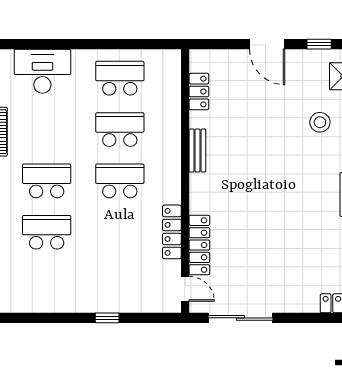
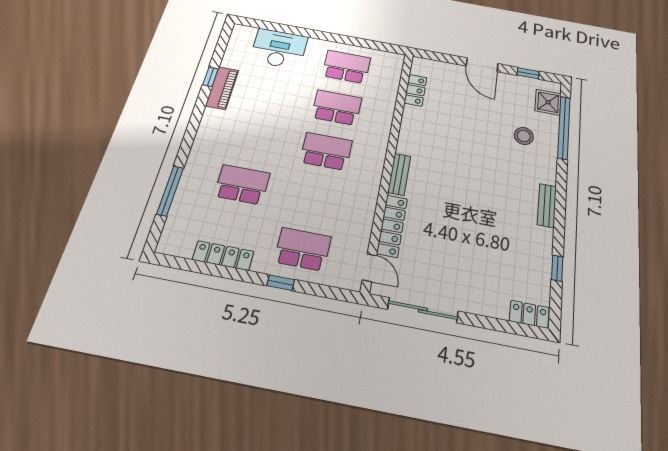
bench: (197, 151) -> (399, 174), moved
school desk: (47, 181) -> (303, 249), moved
locker: (172, 232) -> (223, 256), moved, turned 90

